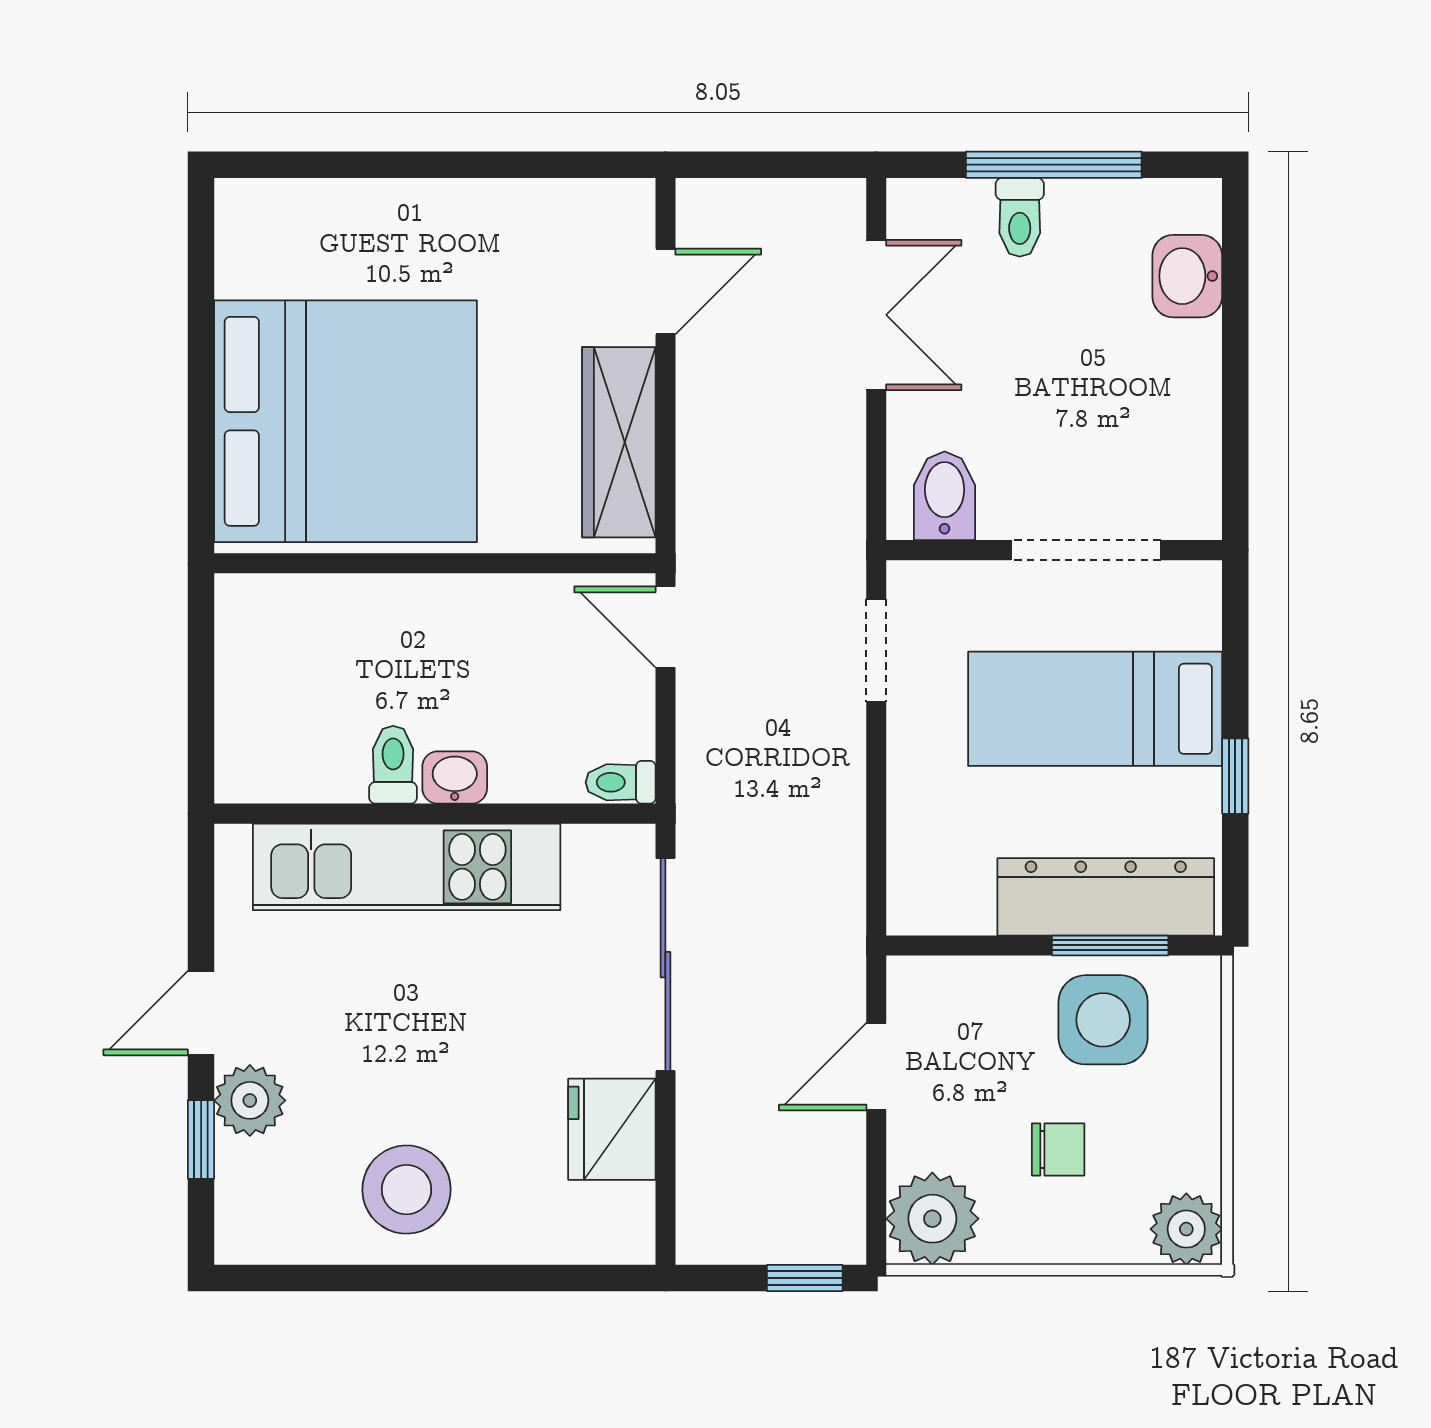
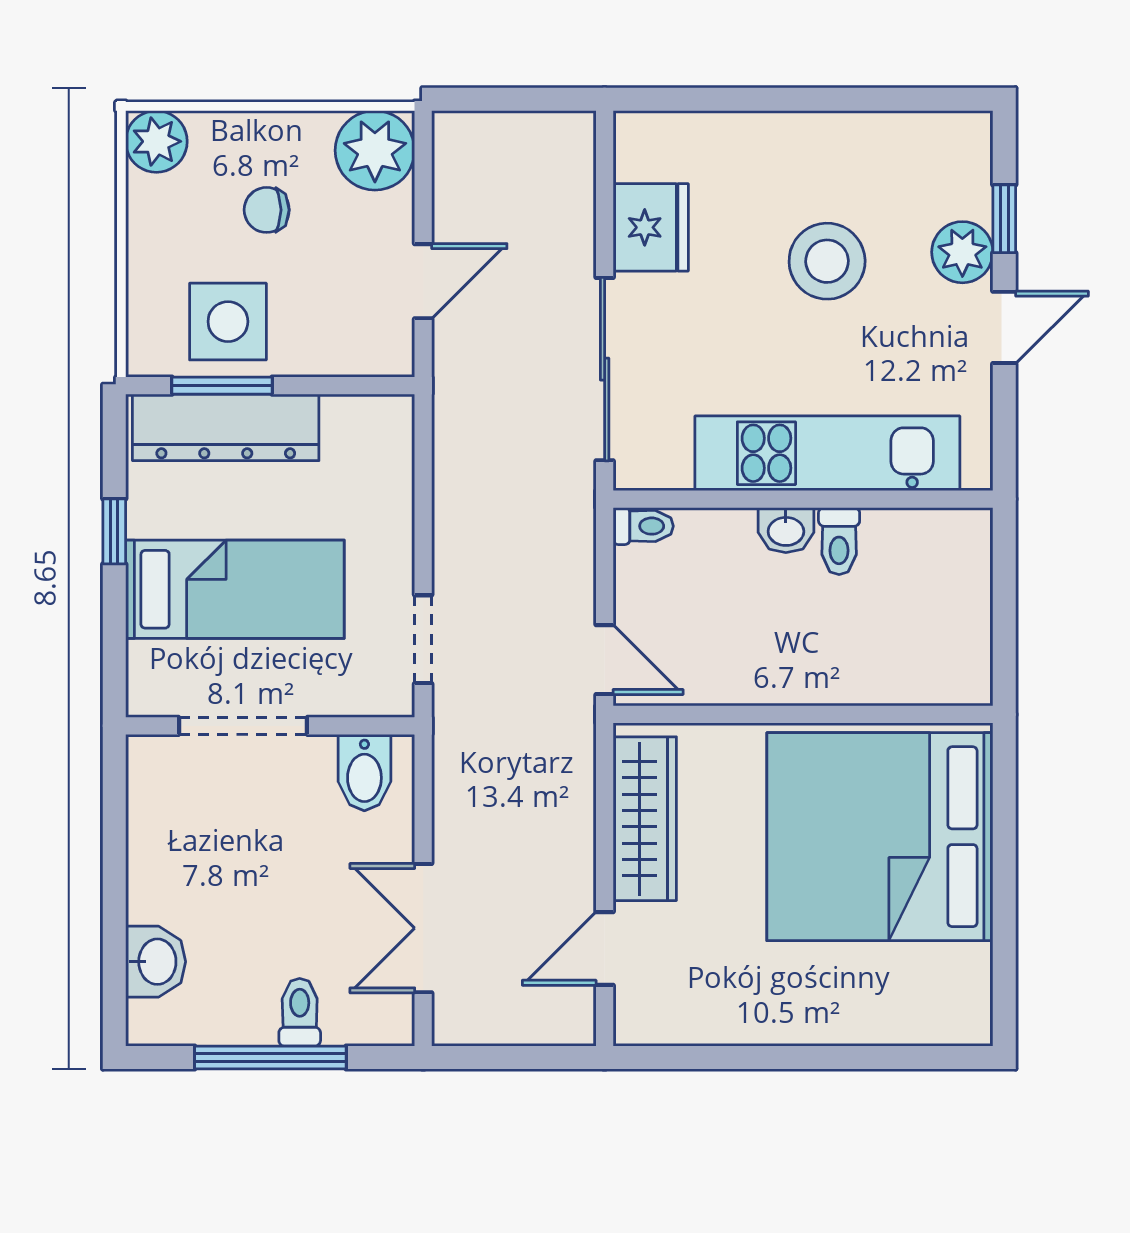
stool: (407, 1190) -> (827, 261), moved
window: (805, 1278) -> (485, 99), removed

